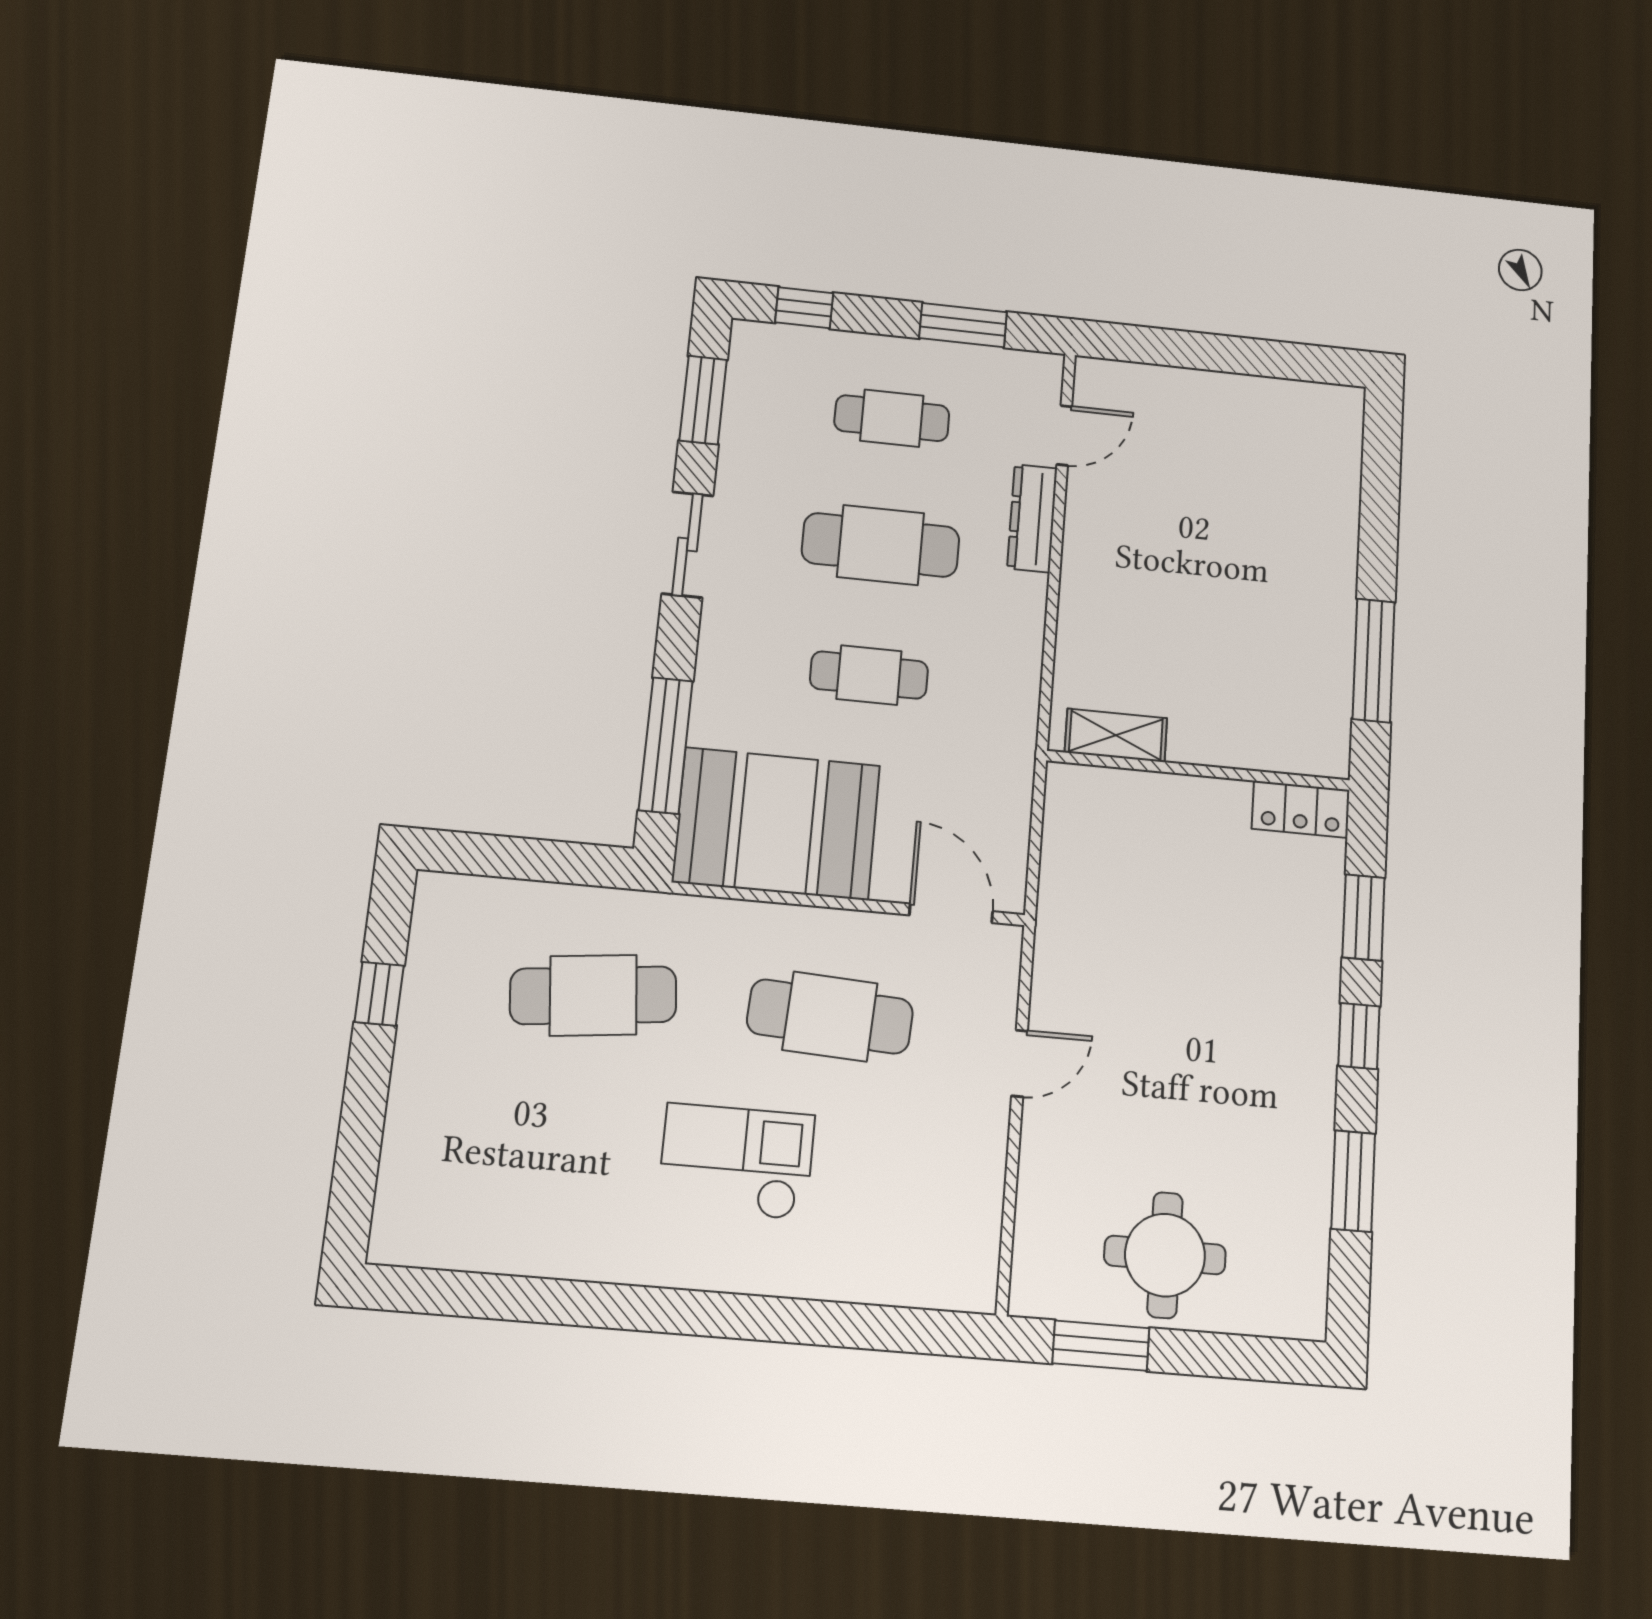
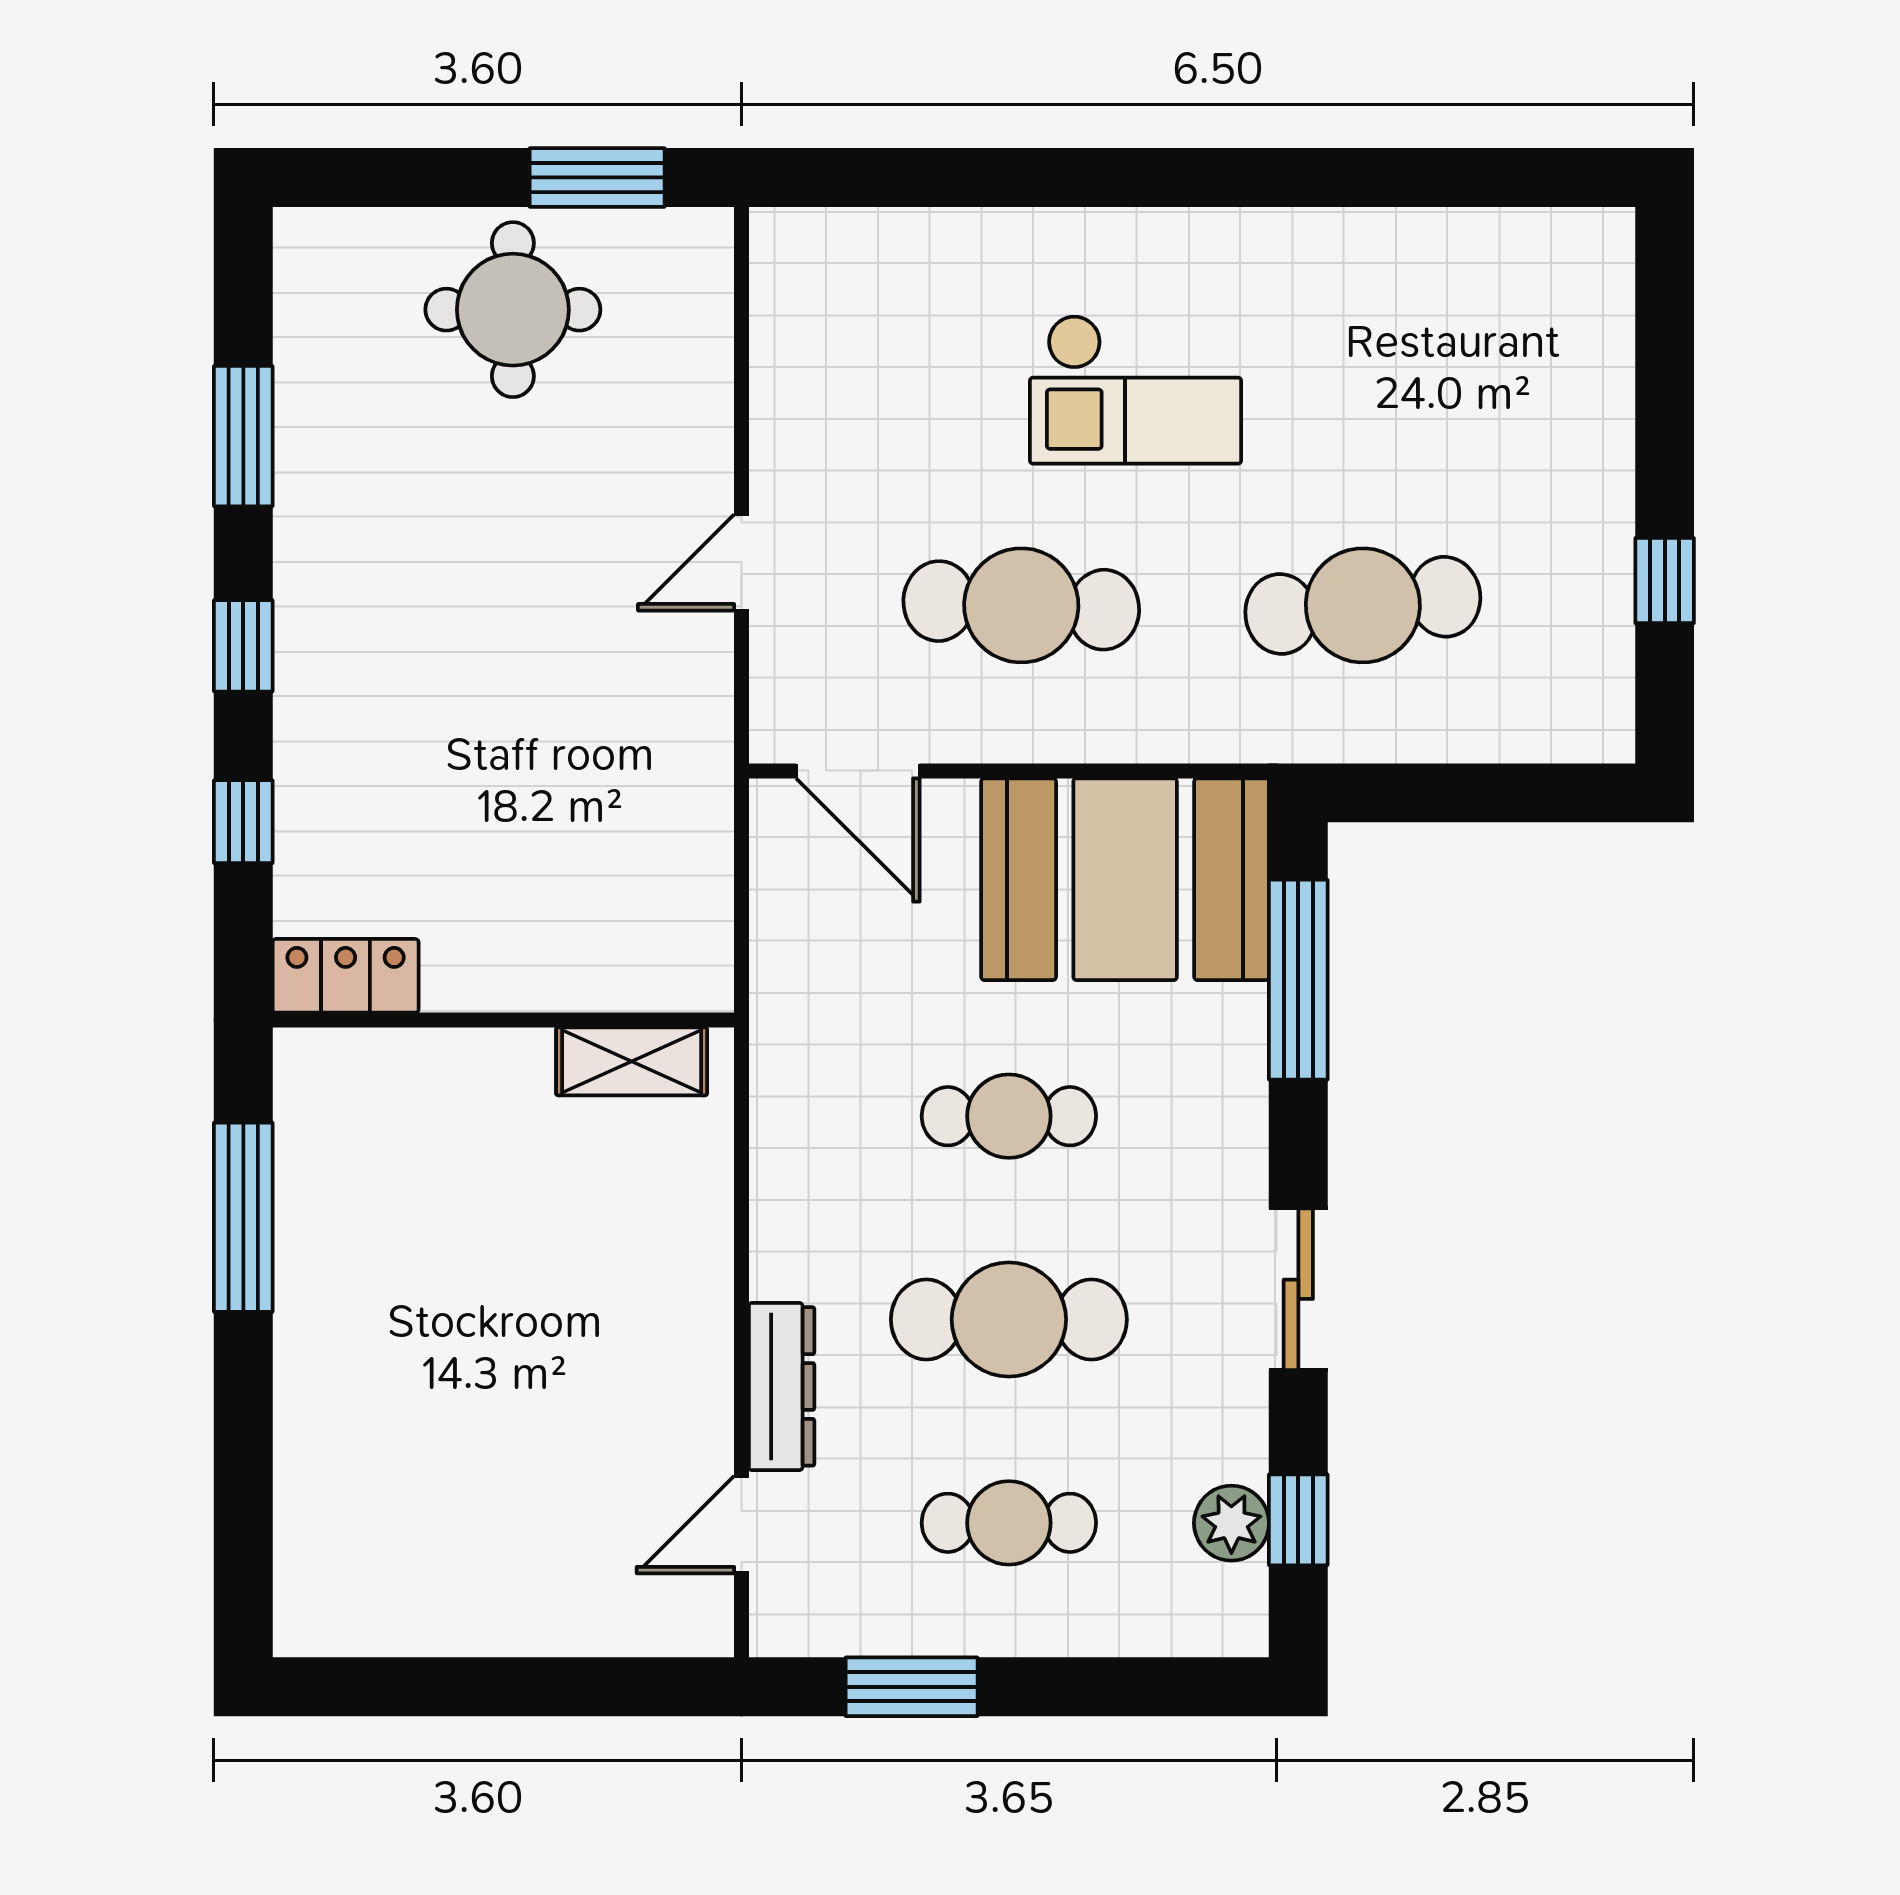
window: (804, 308) -> (1159, 1687), removed
window: (703, 400) -> (1298, 1520), width x0.67
plant: (747, 403) -> (1231, 1523), added
window: (1364, 917) -> (243, 822), width x0.67

